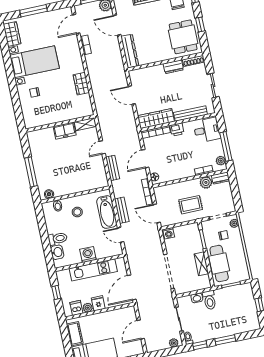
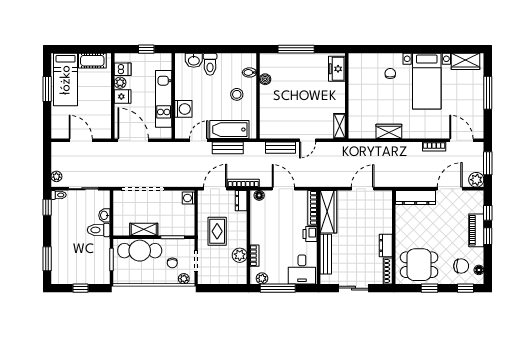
freezer: (65, 131) -> (337, 69), moved
door: (102, 147) -> (308, 140), swing flipped
dresser: (221, 178) -> (241, 201), moved
boiler: (49, 194) -> (265, 79), moved
washing machine: (88, 255) -> (183, 109), moved
window: (225, 340) -> (47, 259), moved

